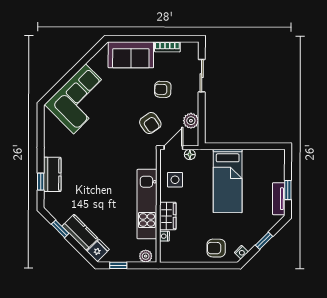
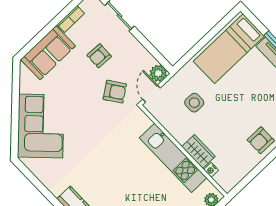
plant: (191, 121) -> (158, 73), moved
floor lamp: (190, 154) -> (169, 87), removed
side table: (175, 180) -> (194, 103), moved
bed: (228, 181) -> (229, 49), moved, turned 90

